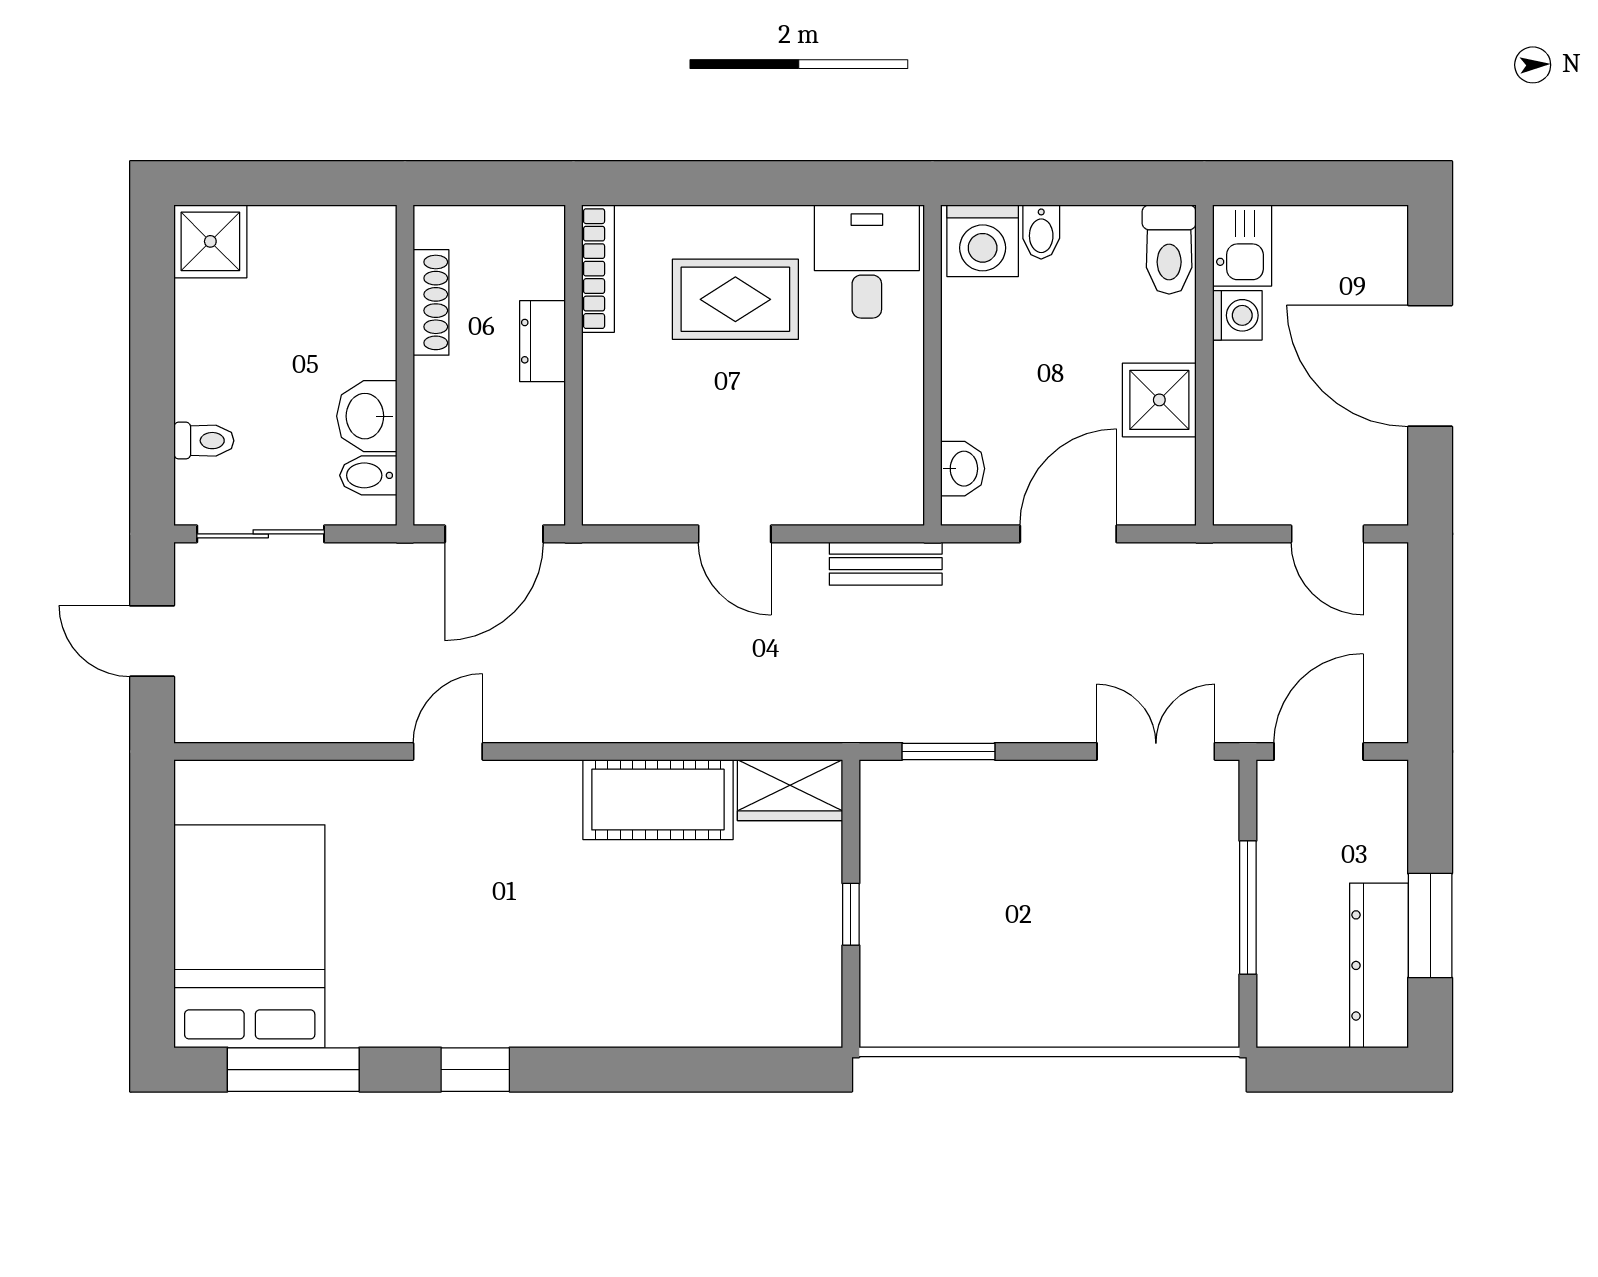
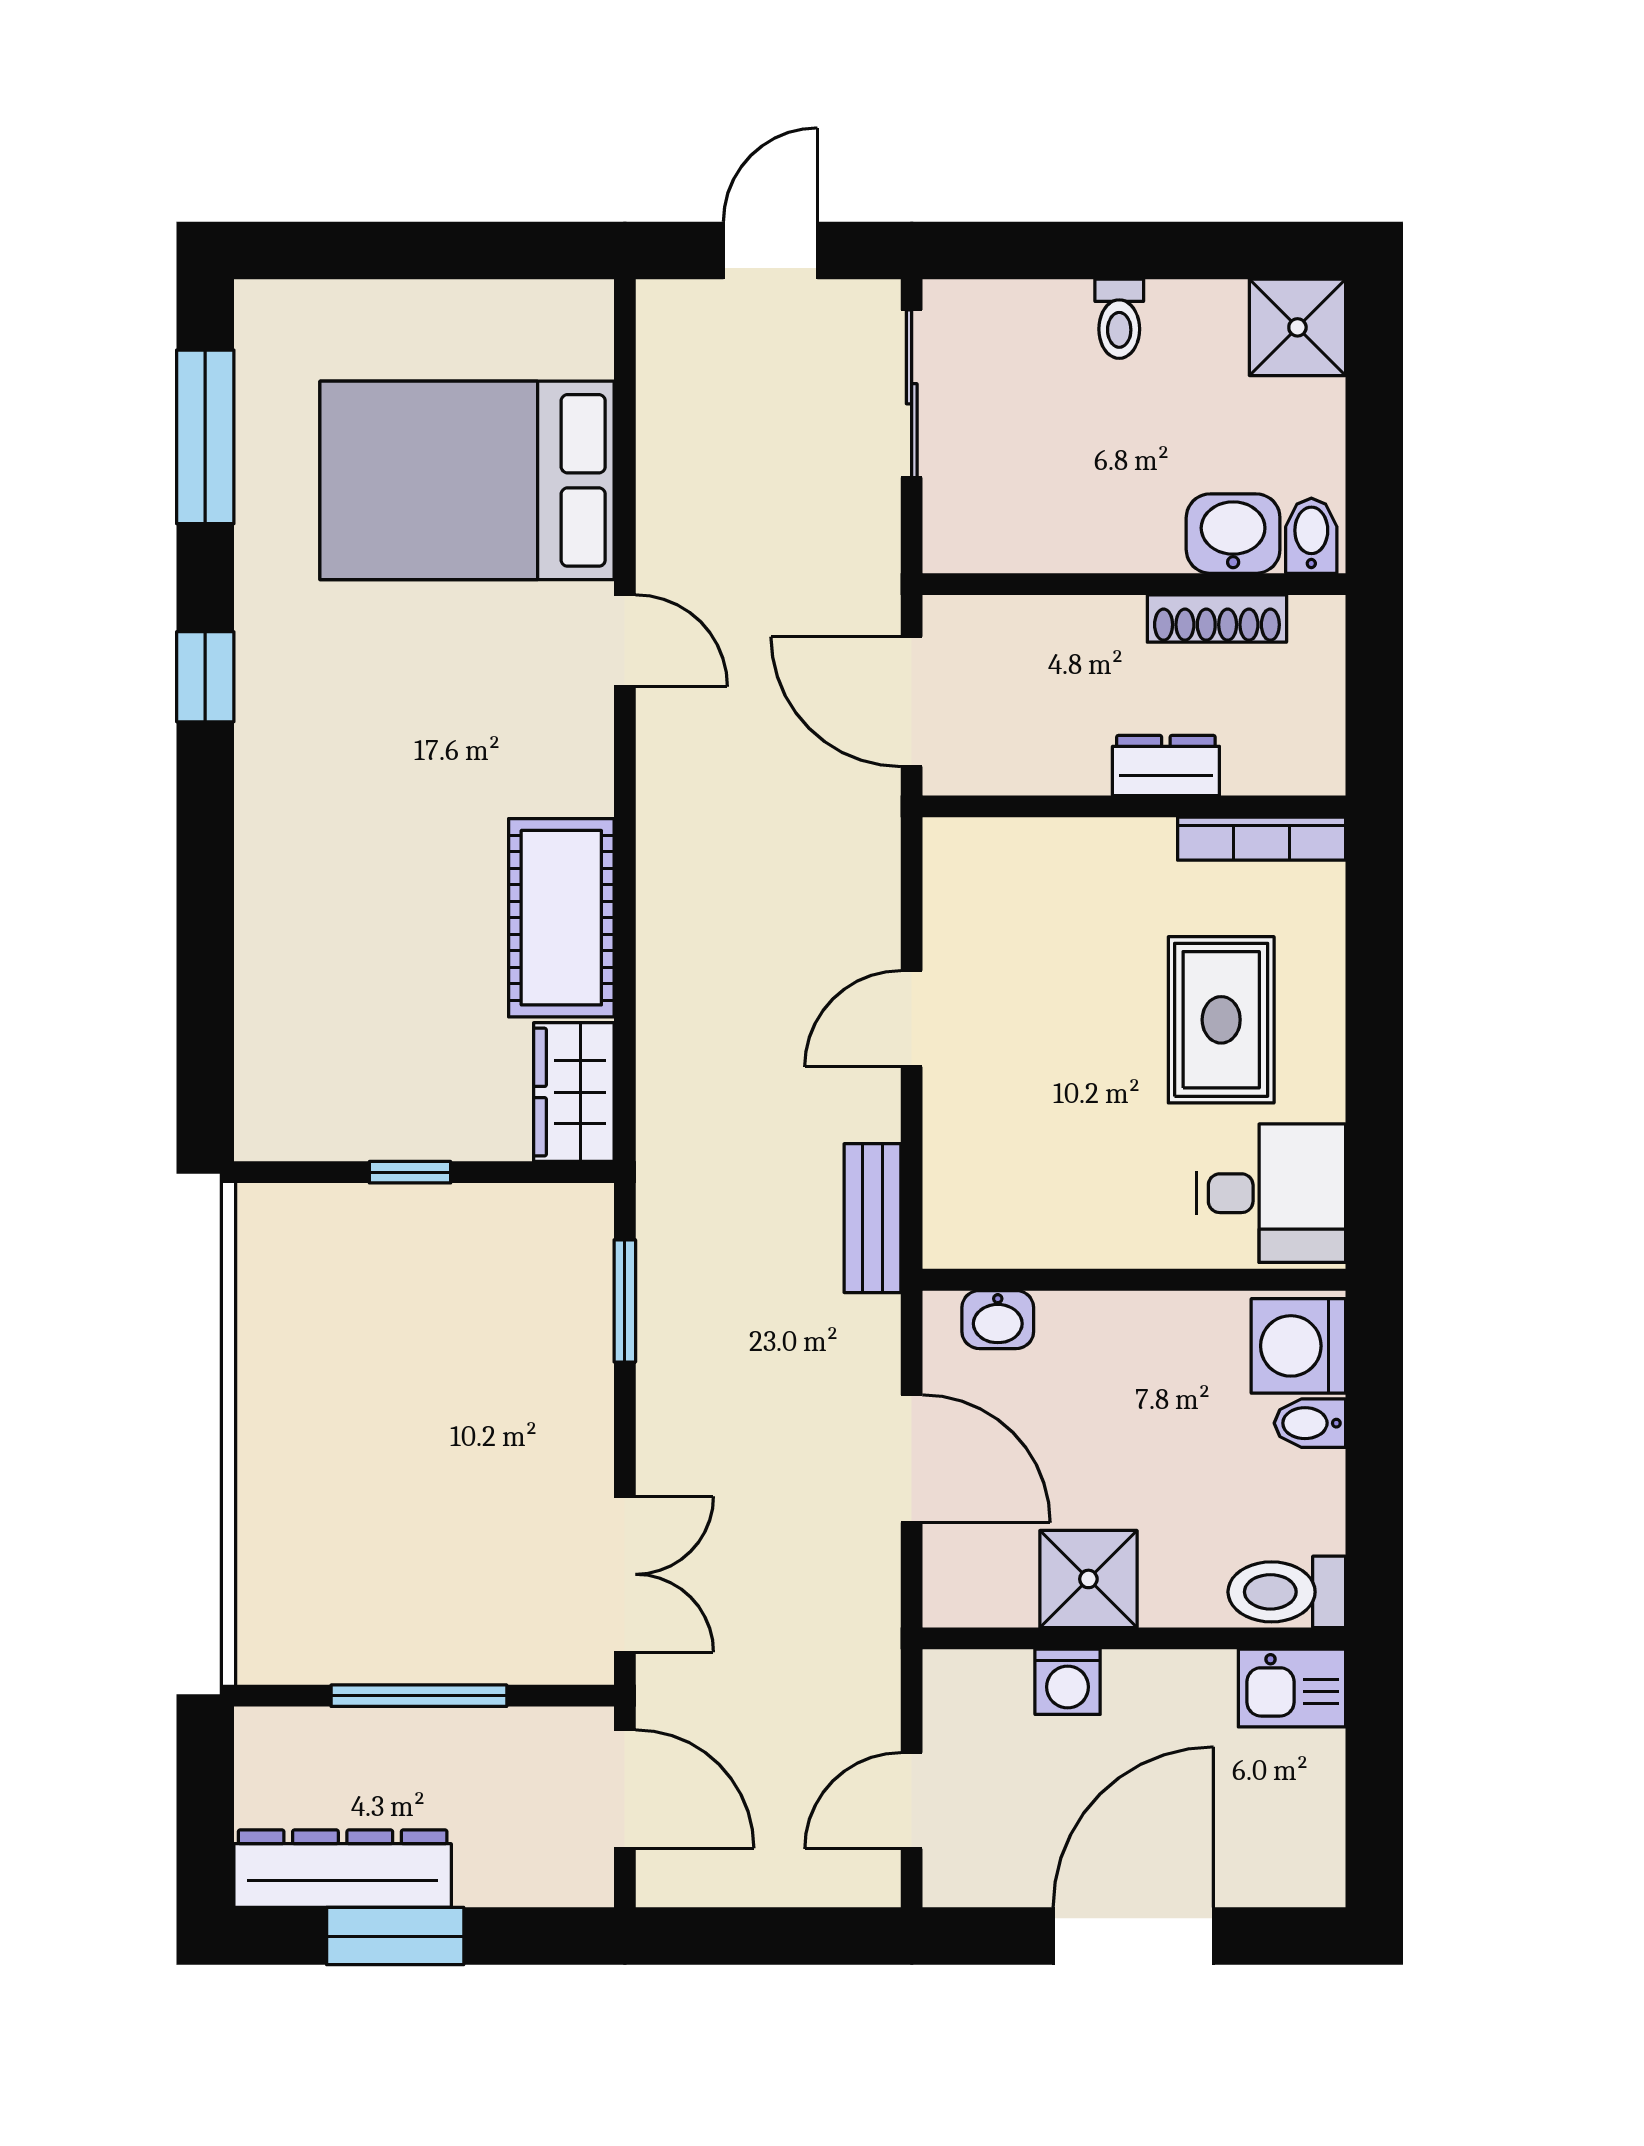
washing machine: (1237, 315) -> (1068, 1682), moved
washbasin: (367, 416) -> (1233, 534), moved
toilet: (204, 441) -> (1119, 319), moved
bidet: (368, 475) -> (1311, 536), moved
bed: (250, 936) -> (467, 480), moved, turned 180

